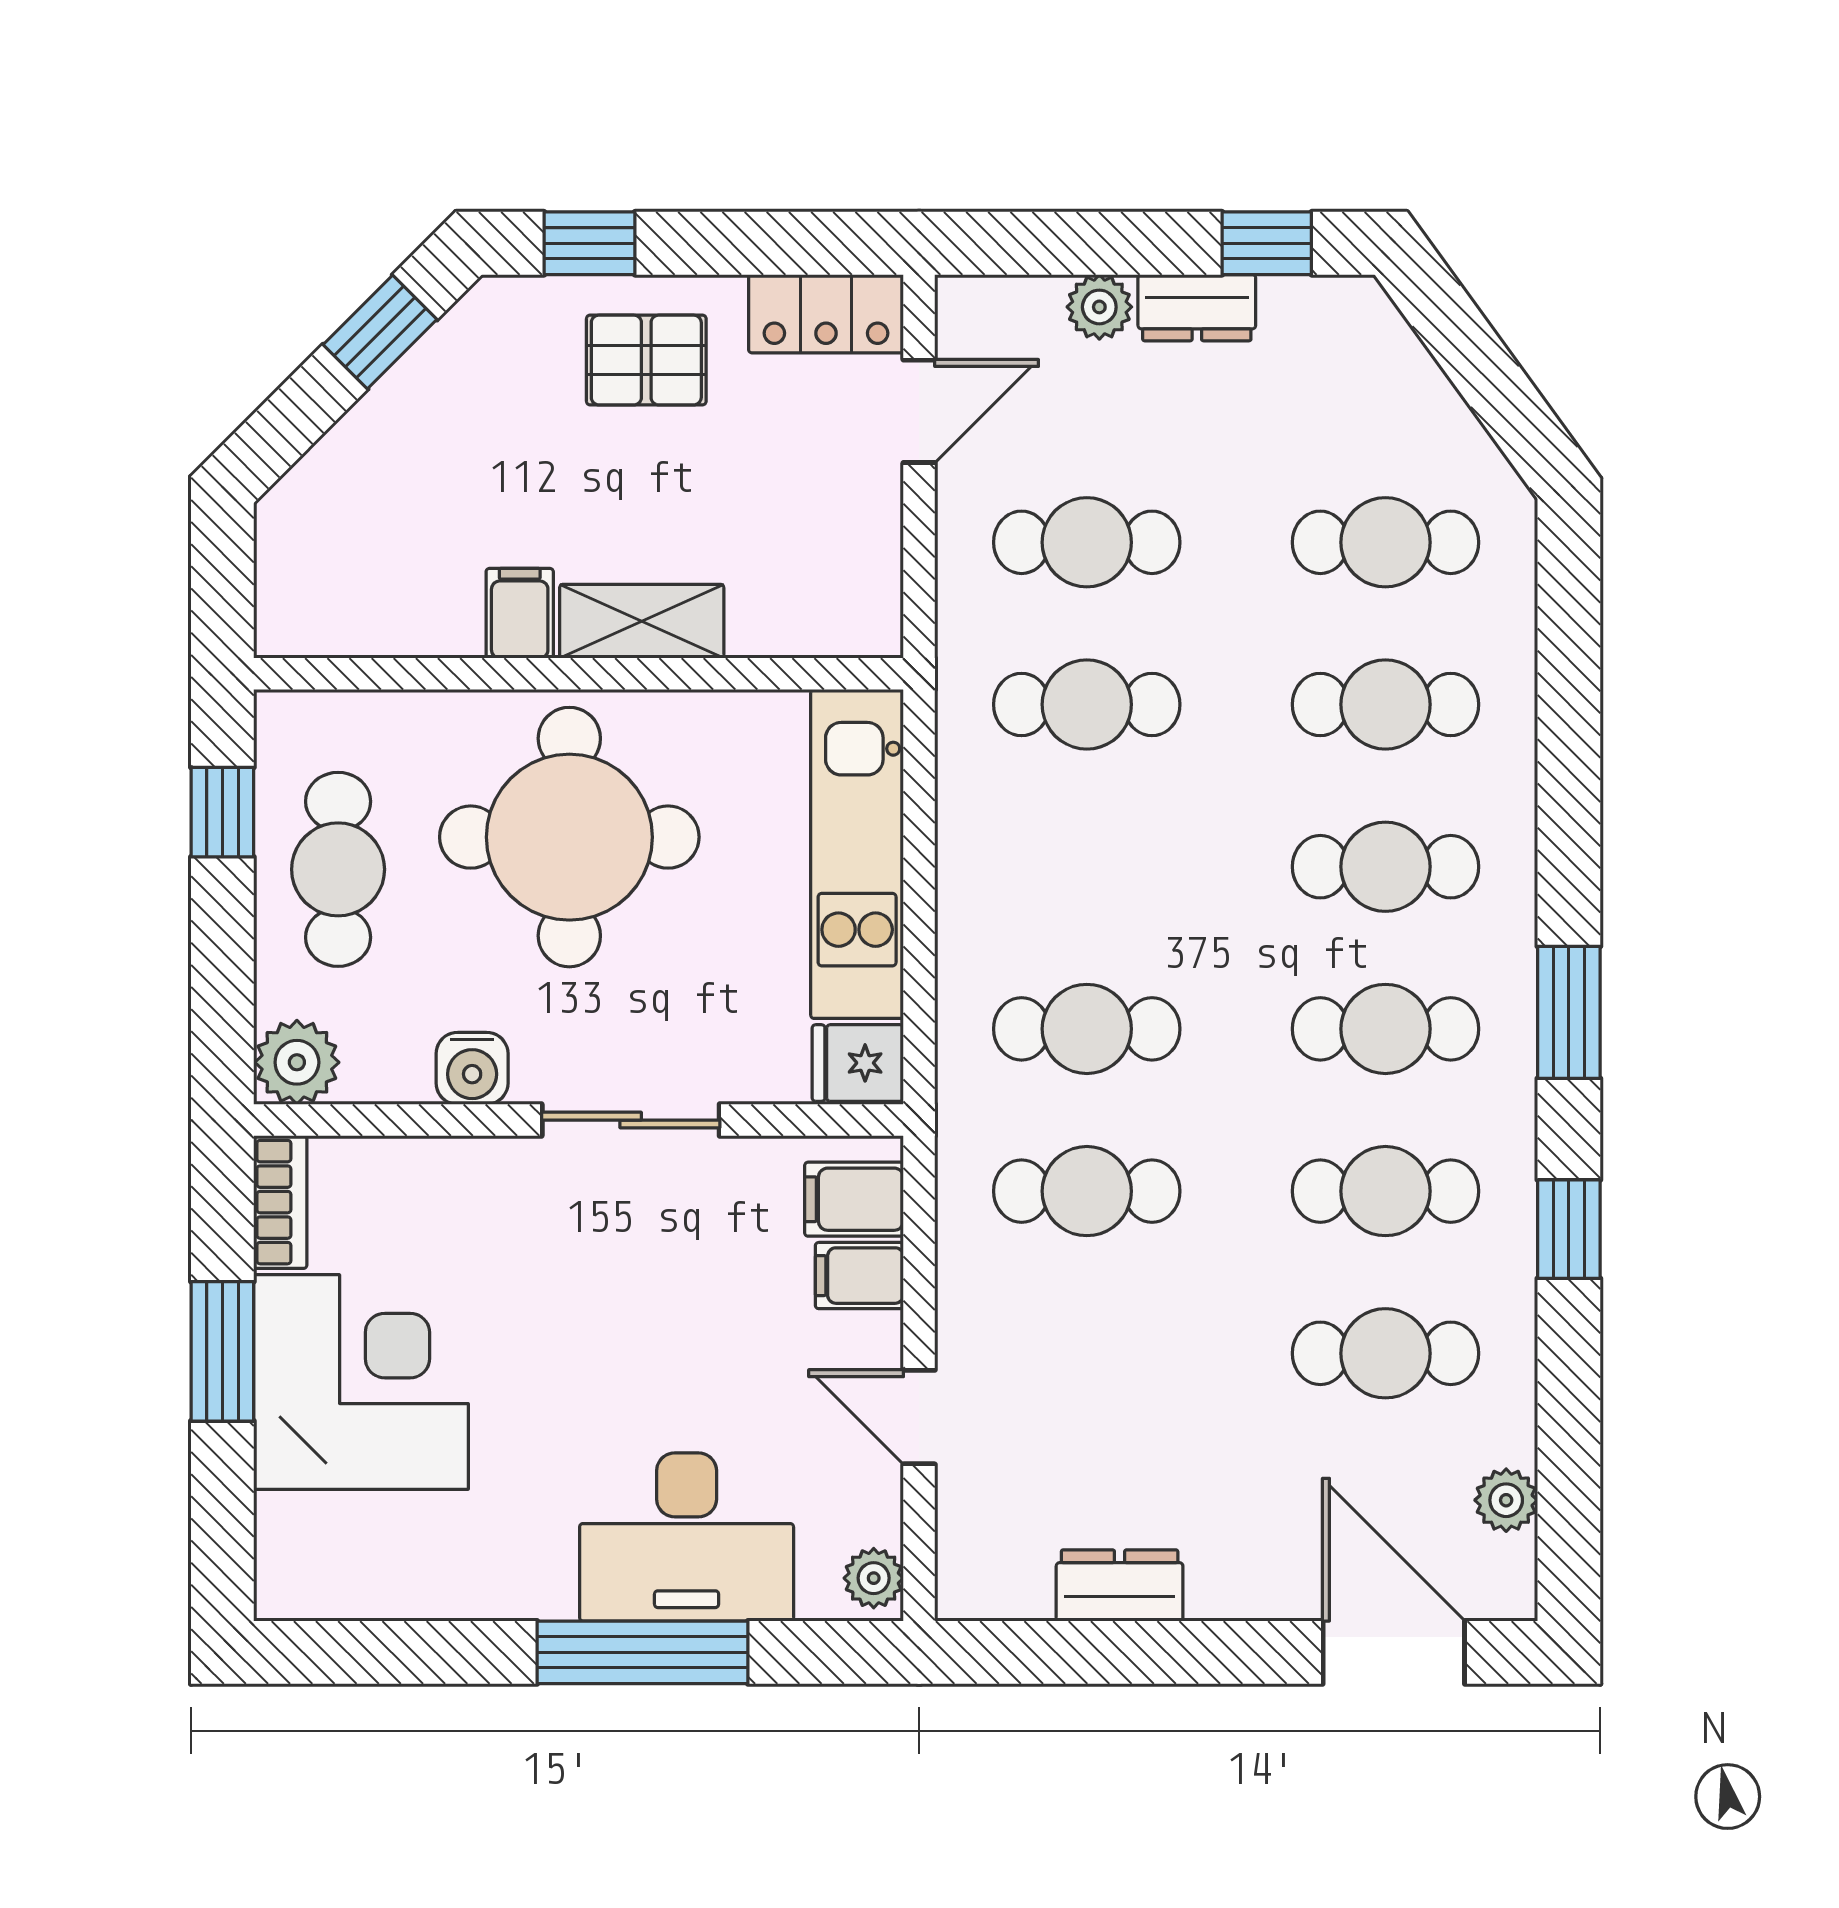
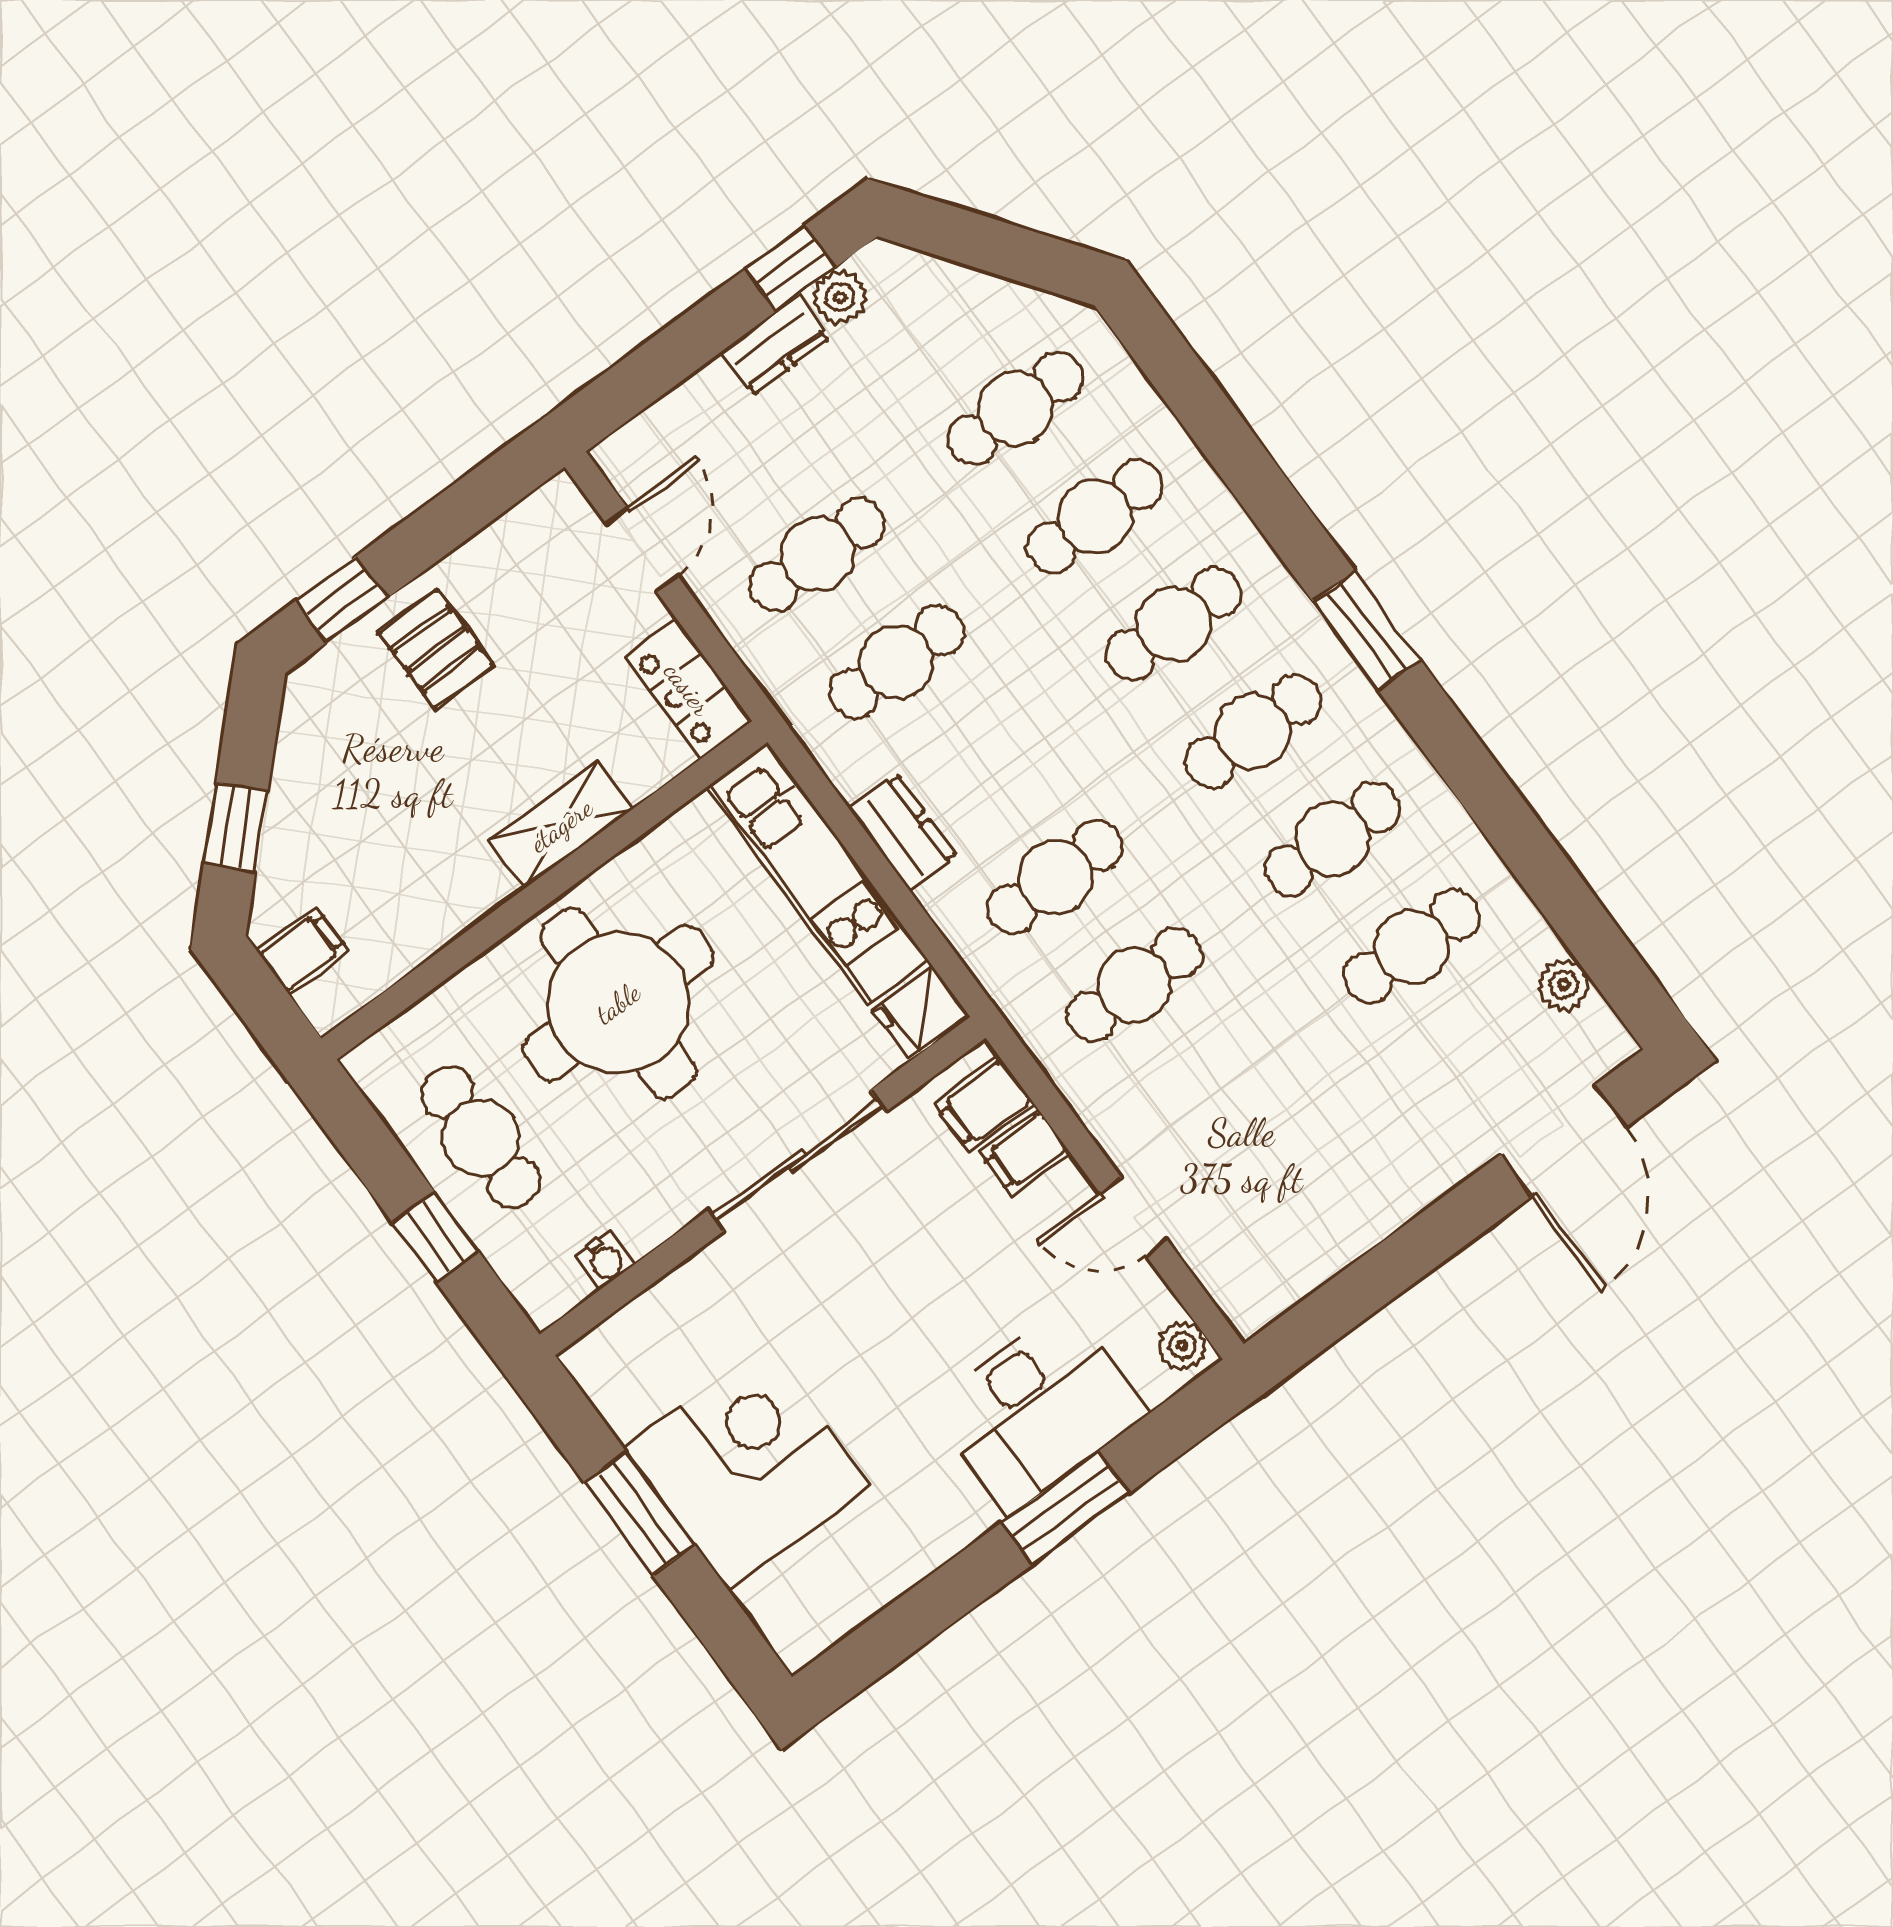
plant: (1099, 307) -> (840, 297), moved
locker: (826, 314) -> (688, 689), moved, turned 90
window: (380, 332) -> (236, 827), moved
pallet: (646, 360) -> (436, 649), turned 90
filing cabinet: (520, 613) -> (303, 951), moved, turned 90
window: (222, 812) -> (436, 1237), moved
plant: (297, 1062) -> (548, 1286), removed
water cooler: (472, 1068) -> (605, 1260), moved, width x0.72, depth x0.72
sliding door: (631, 1120) -> (797, 1161), width x1.37
bookcase: (280, 1202) -> (605, 1386), removed
window: (1569, 1229) -> (1473, 774), removed
dresser: (1120, 1585) -> (903, 833), moved, turned 90
window: (642, 1652) -> (1065, 1508), width x0.69
door: (1394, 1652) -> (1563, 1141), swing flipped

